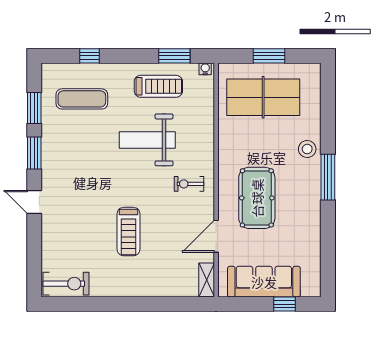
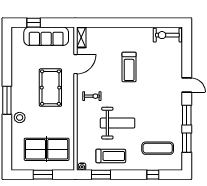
treadmill: (158, 86) -> (111, 156), turned 180
treadmill: (128, 232) -> (129, 67), turned 180

